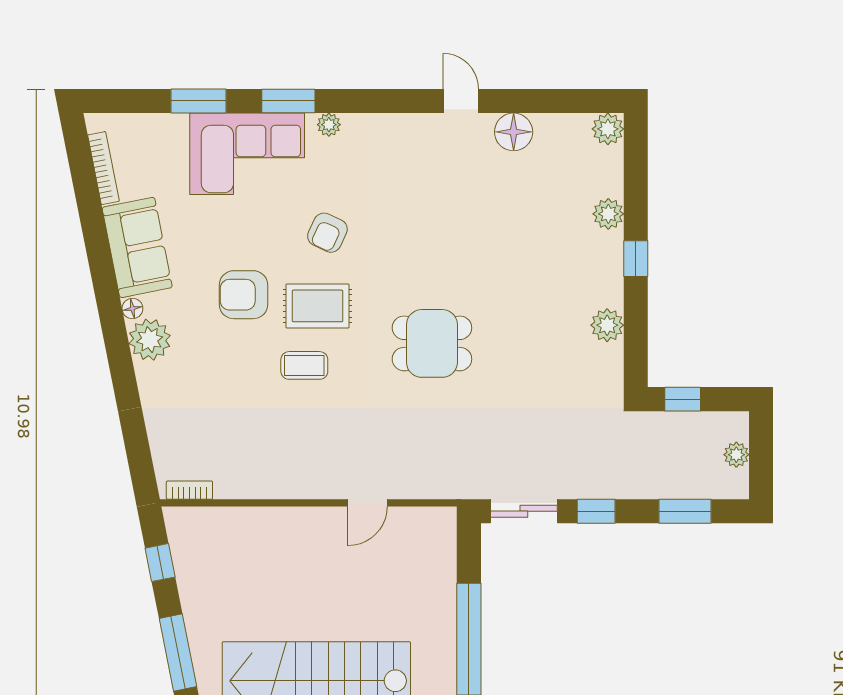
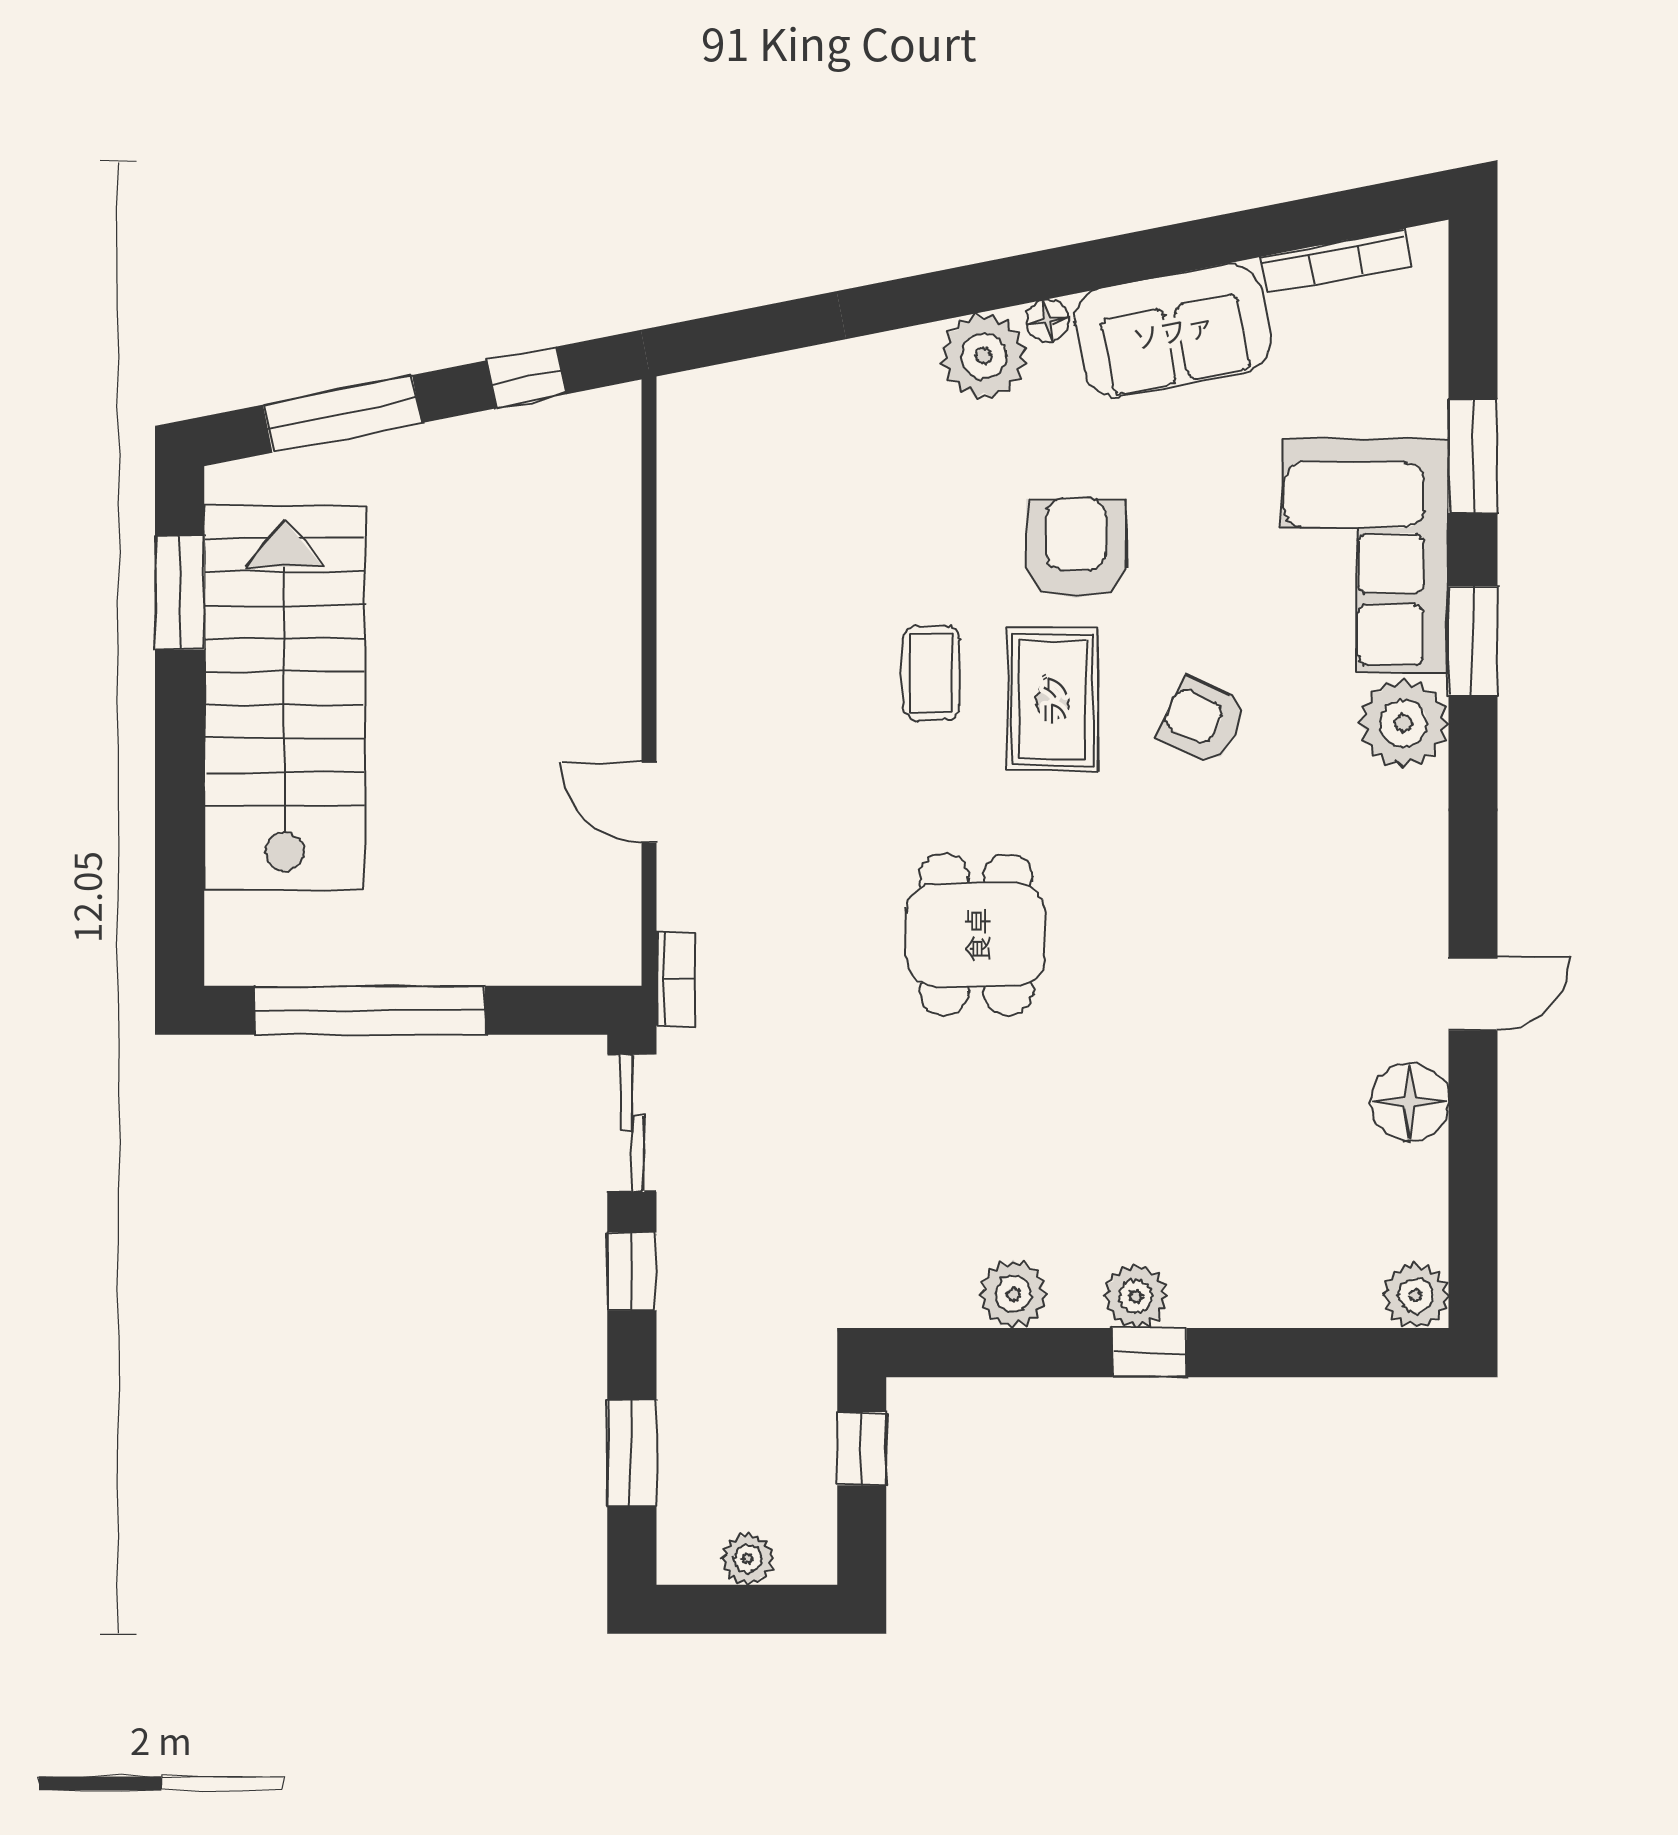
plant: (329, 125) -> (1403, 723), width x1.87, depth x1.87
plant: (608, 214) -> (1136, 1296), moved
bookcase: (189, 490) -> (675, 979), moved

